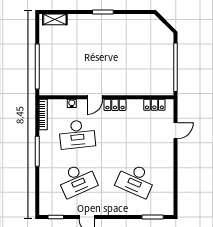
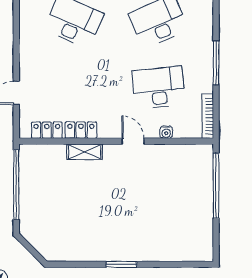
shelving: (55, 19) -> (84, 152), moved
door: (95, 97) -> (133, 141), hinge flipped
locker: (115, 105) -> (81, 130), moved

